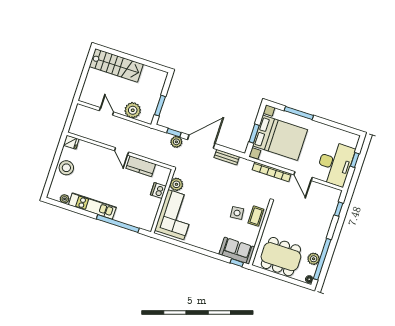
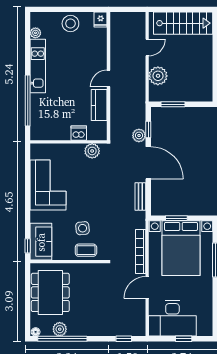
stairs: (116, 65) -> (183, 23), moved, turned -90
corner sofa: (176, 215) -> (48, 185), moved, turned -90

